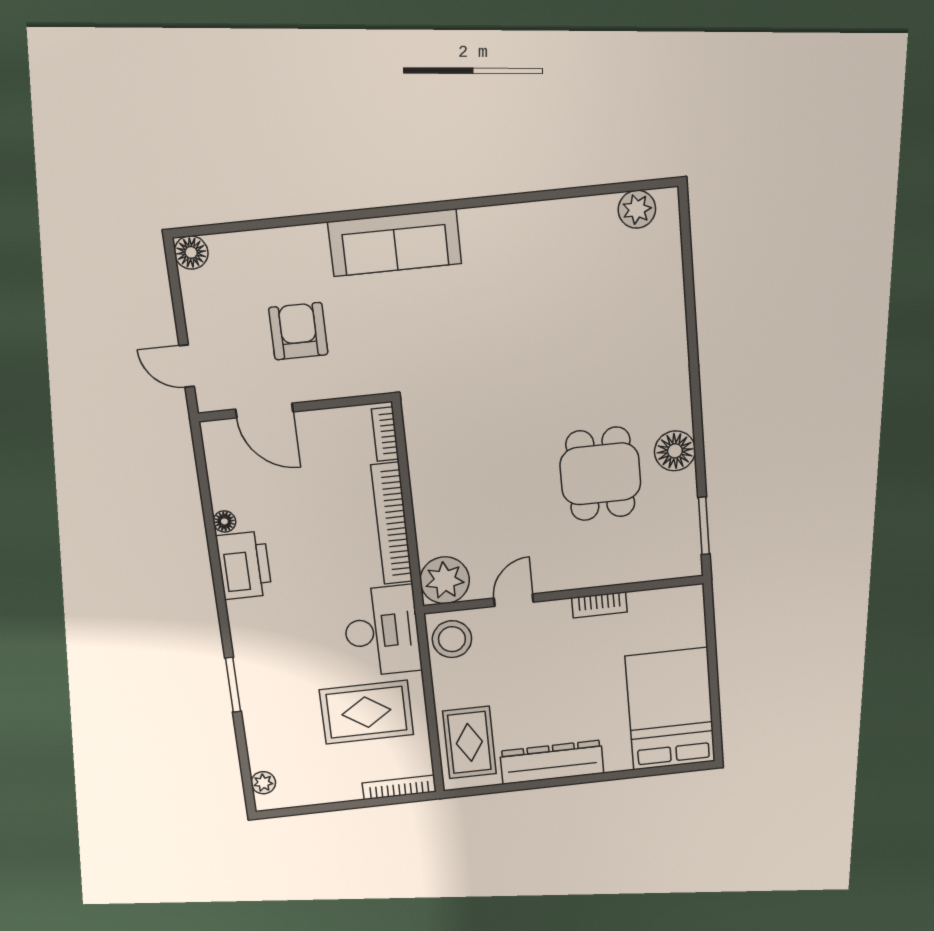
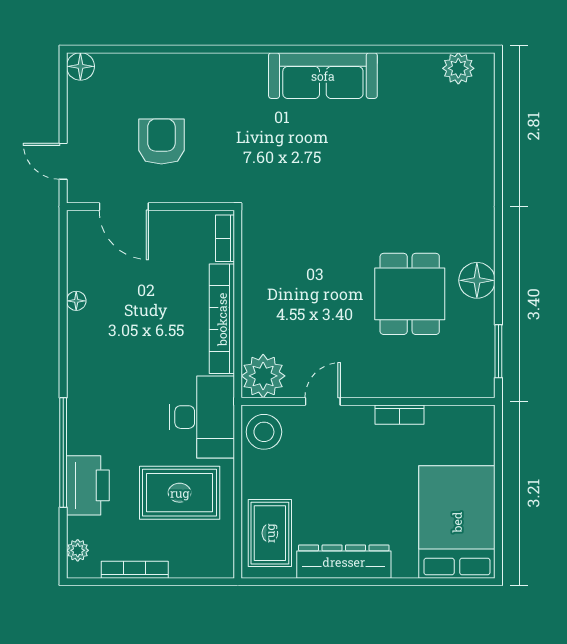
sofa: (395, 243) -> (323, 76), moved
printer: (244, 565) -> (88, 485), moved
window: (233, 685) -> (63, 452), width x2.11
bookcase: (399, 787) -> (135, 570), moved

